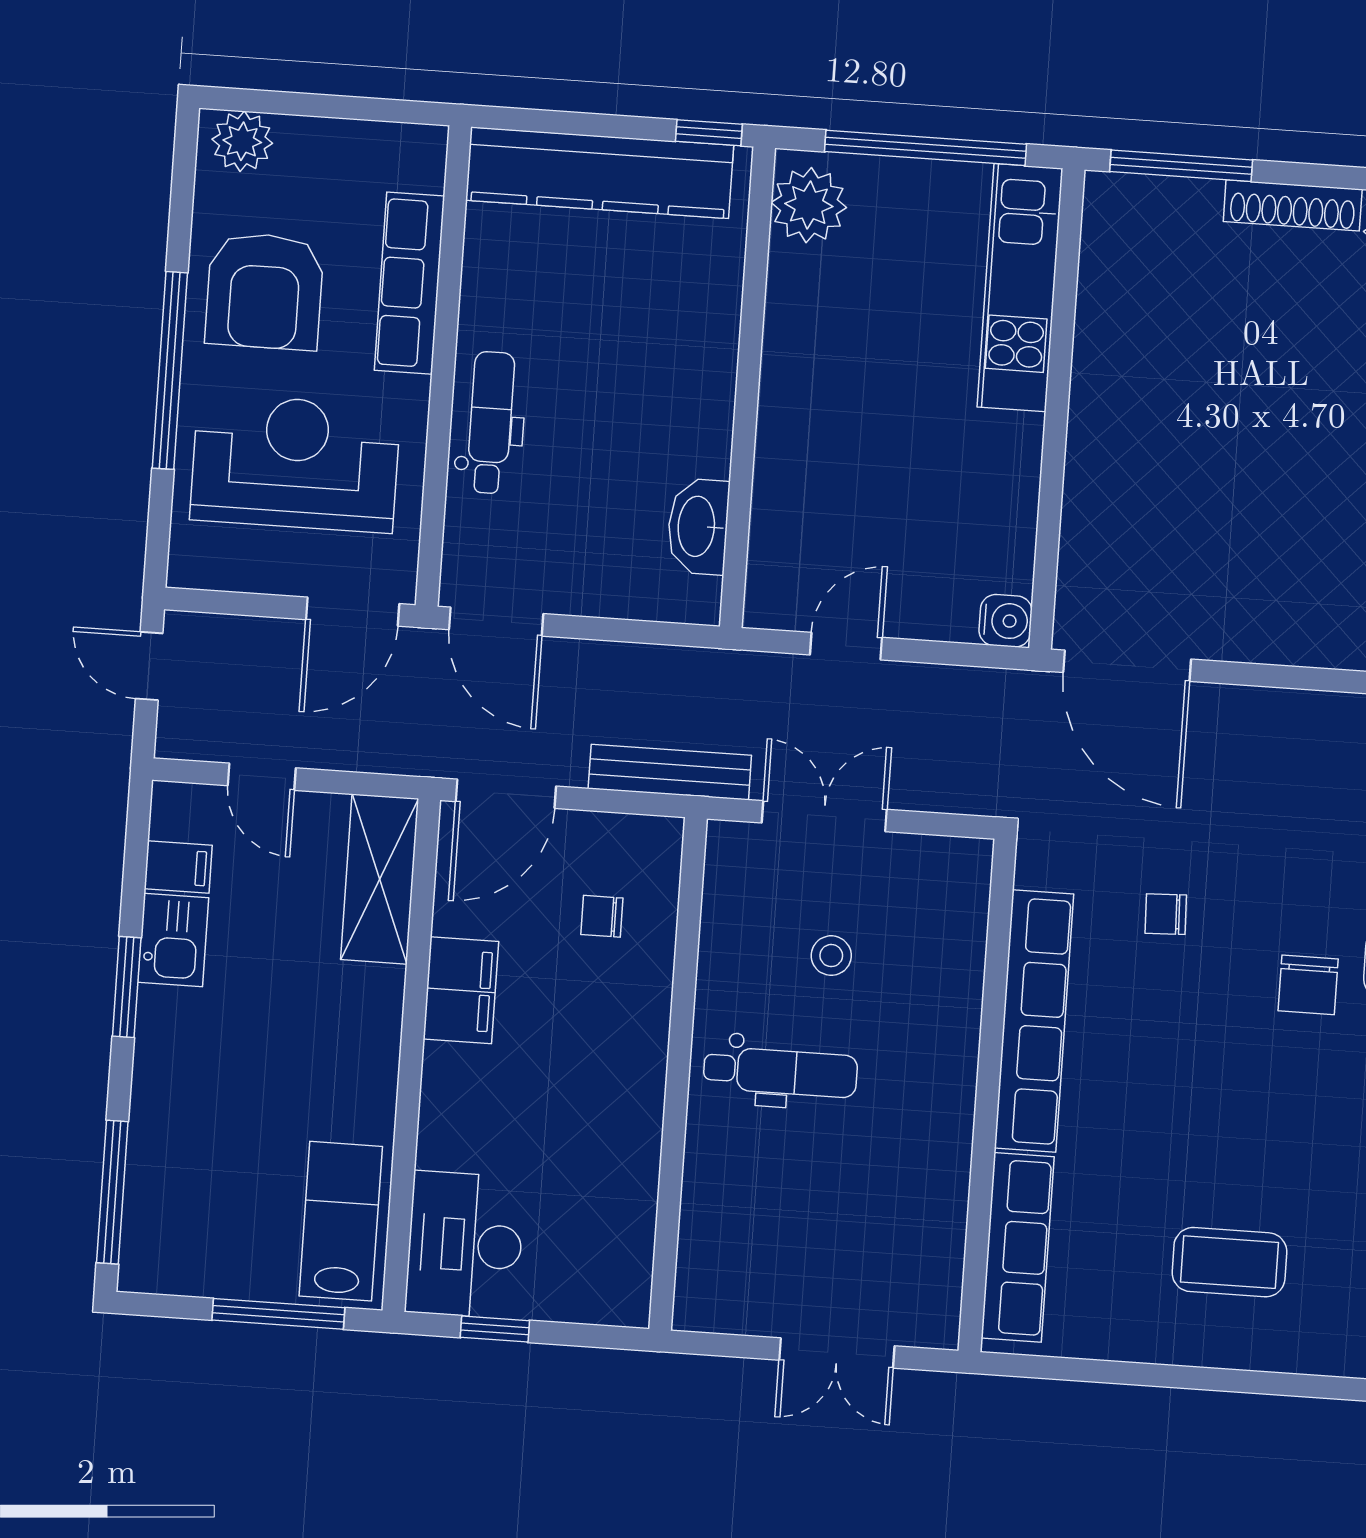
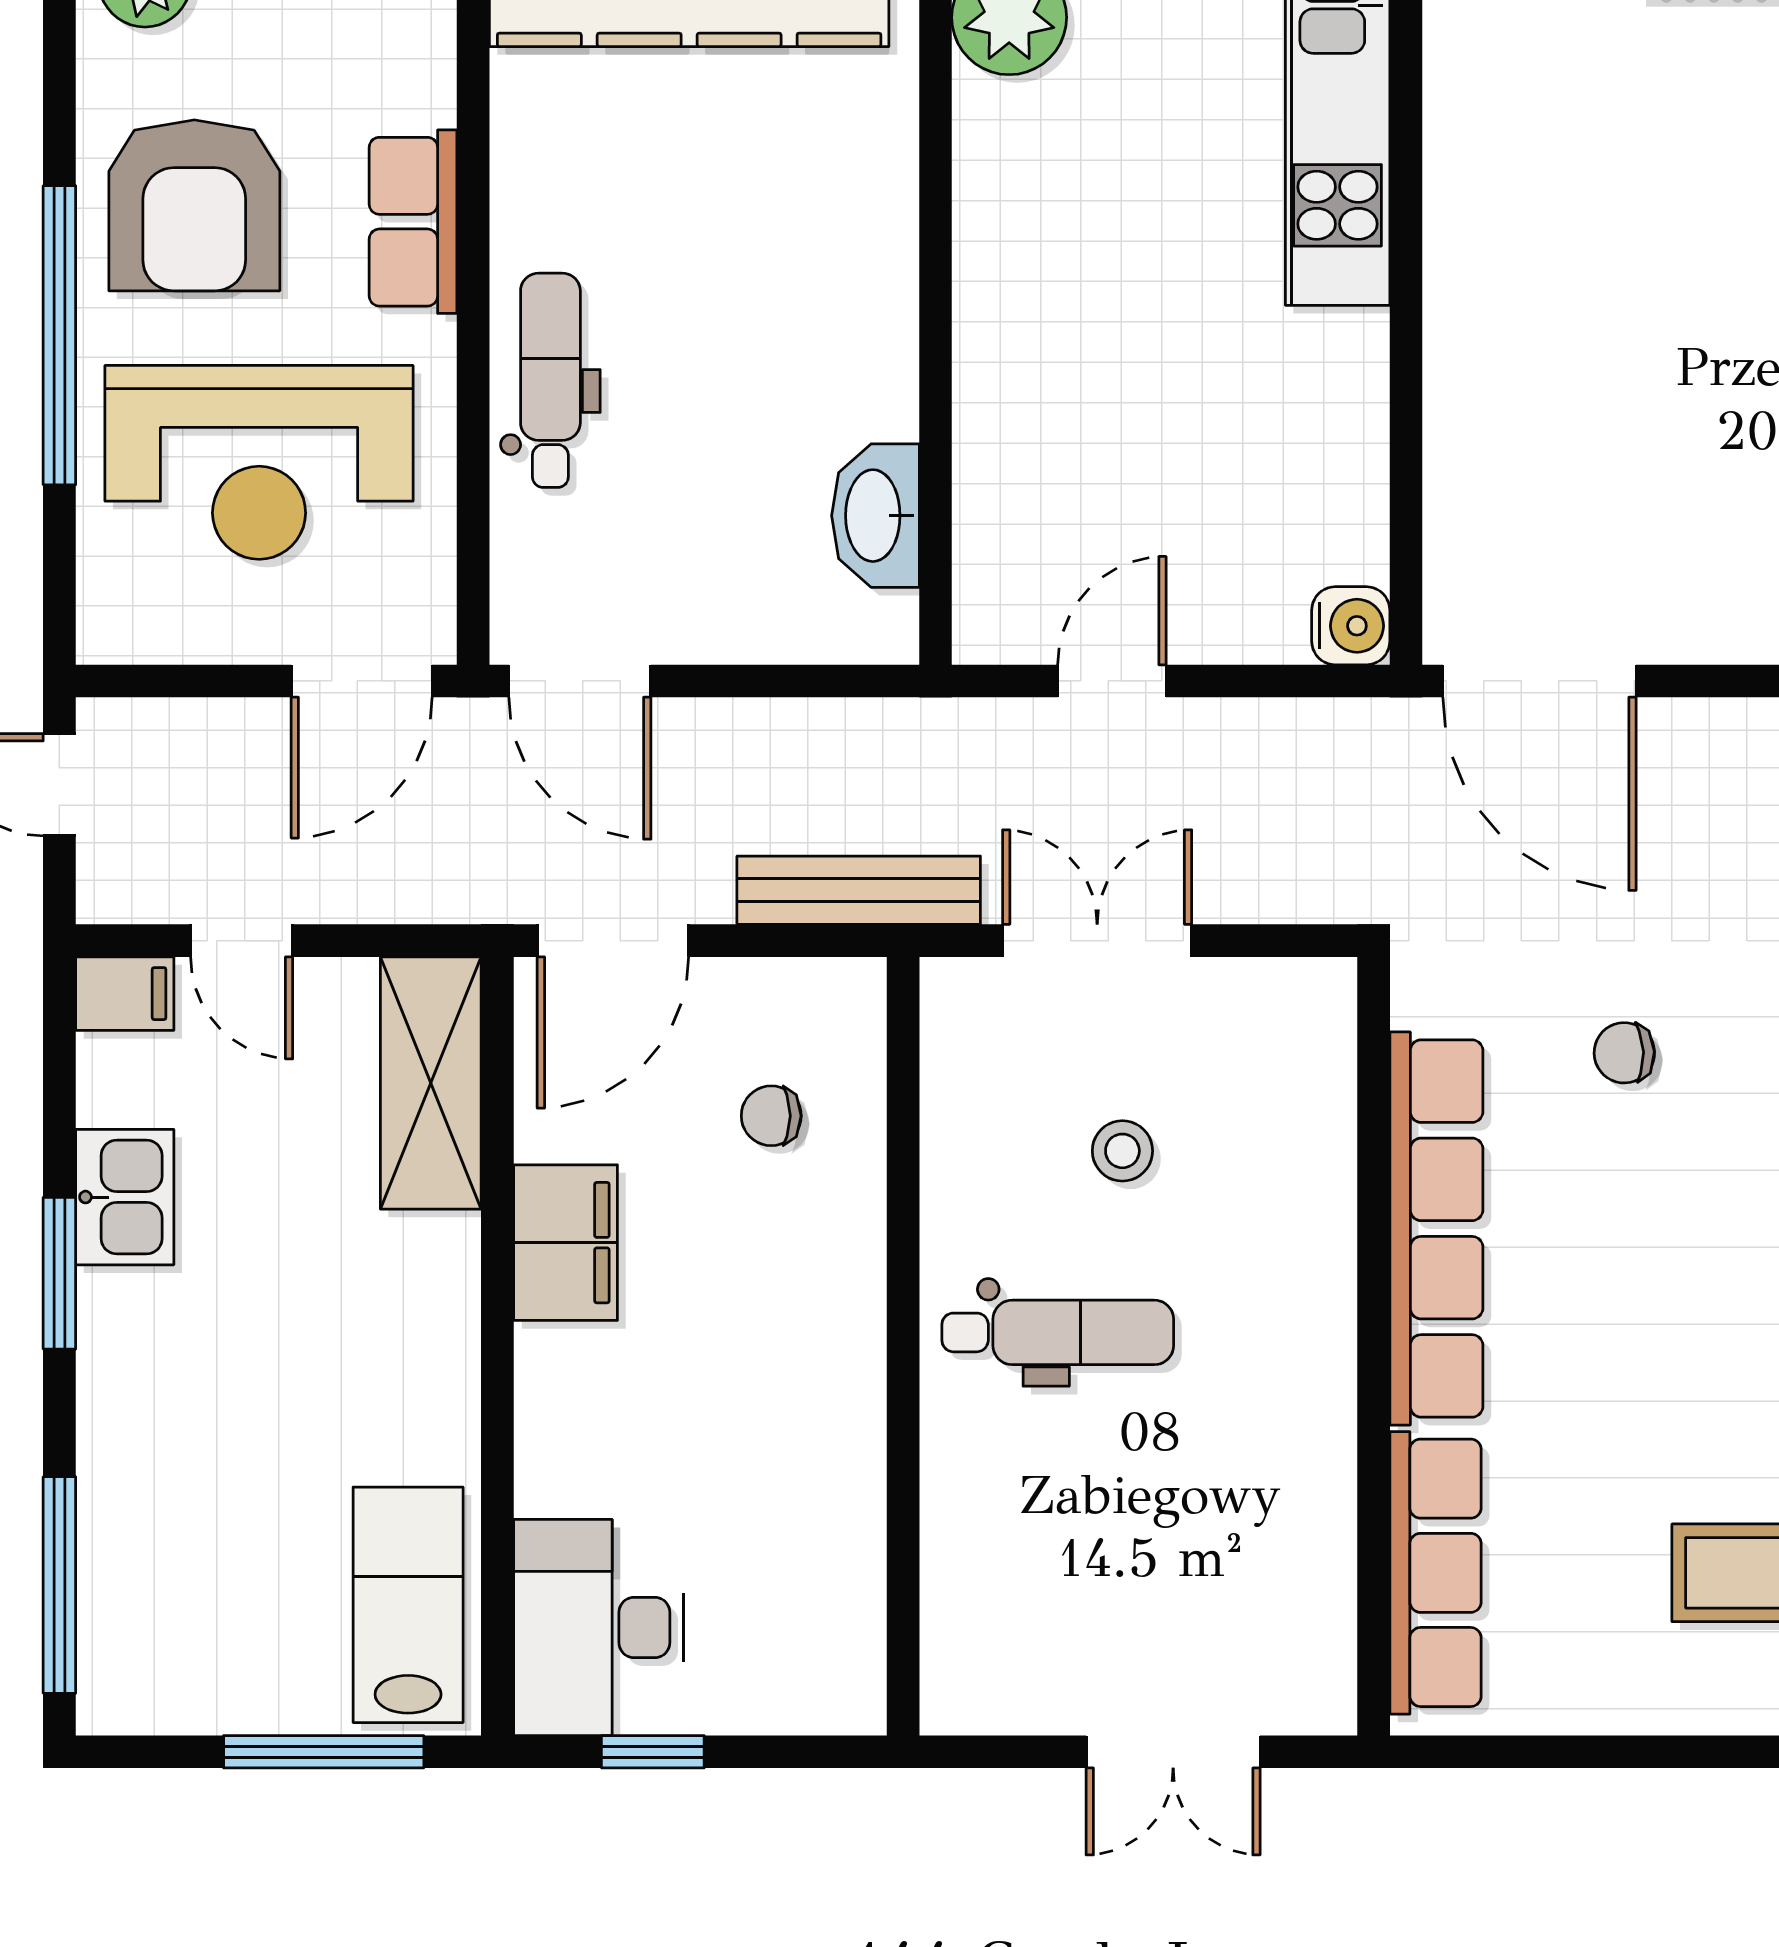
row of seats: (410, 283) -> (413, 222), width x0.68
reception desk: (295, 463) -> (259, 462), turned 180
filing cabinet: (178, 867) -> (125, 994), moved

